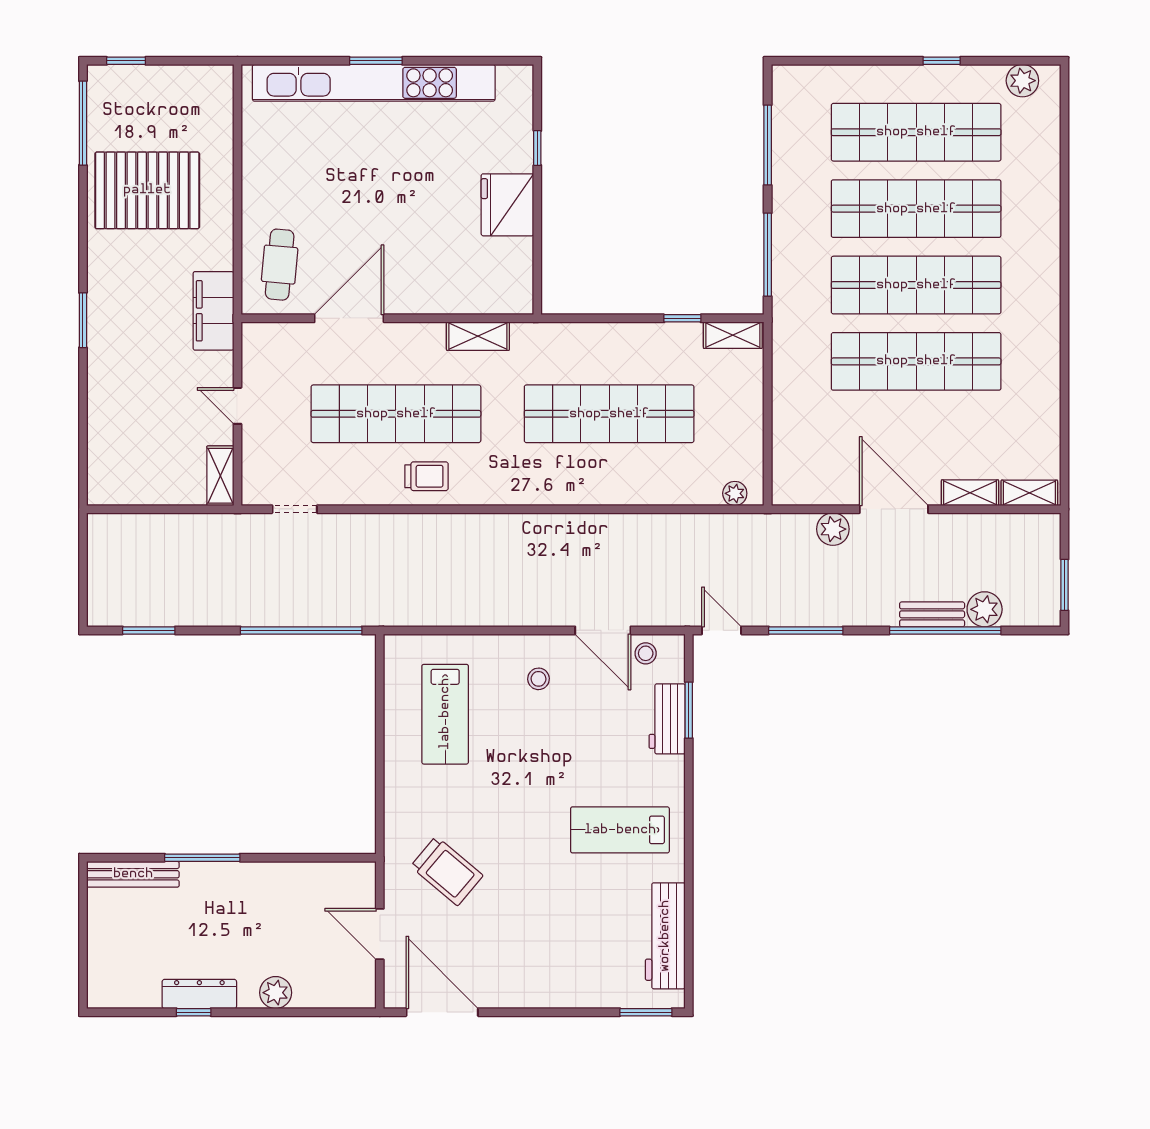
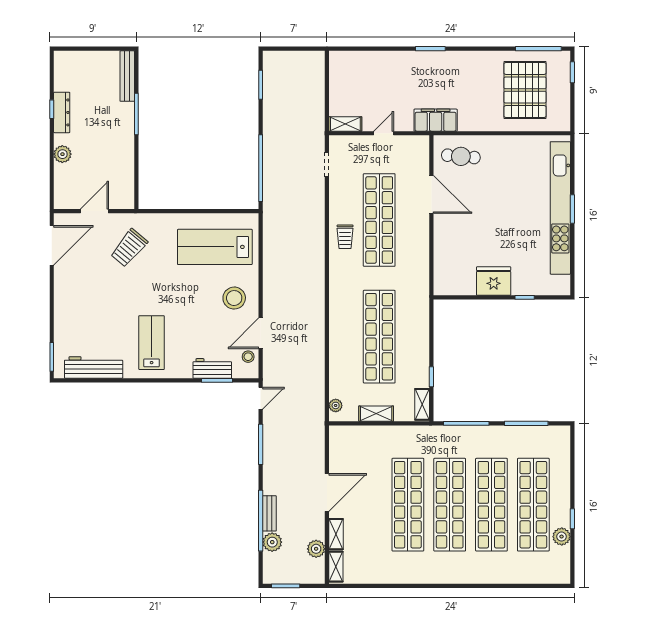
plant: (1022, 81) -> (562, 537), moved
pallet: (147, 190) -> (525, 90), moved
shelving: (478, 336) -> (376, 414), moved, turned 90
plant: (833, 529) -> (316, 549), moved
stool: (538, 679) -> (234, 298), width x1.89, depth x1.89
lab bench: (445, 714) -> (215, 247), width x1.36, depth x1.39

